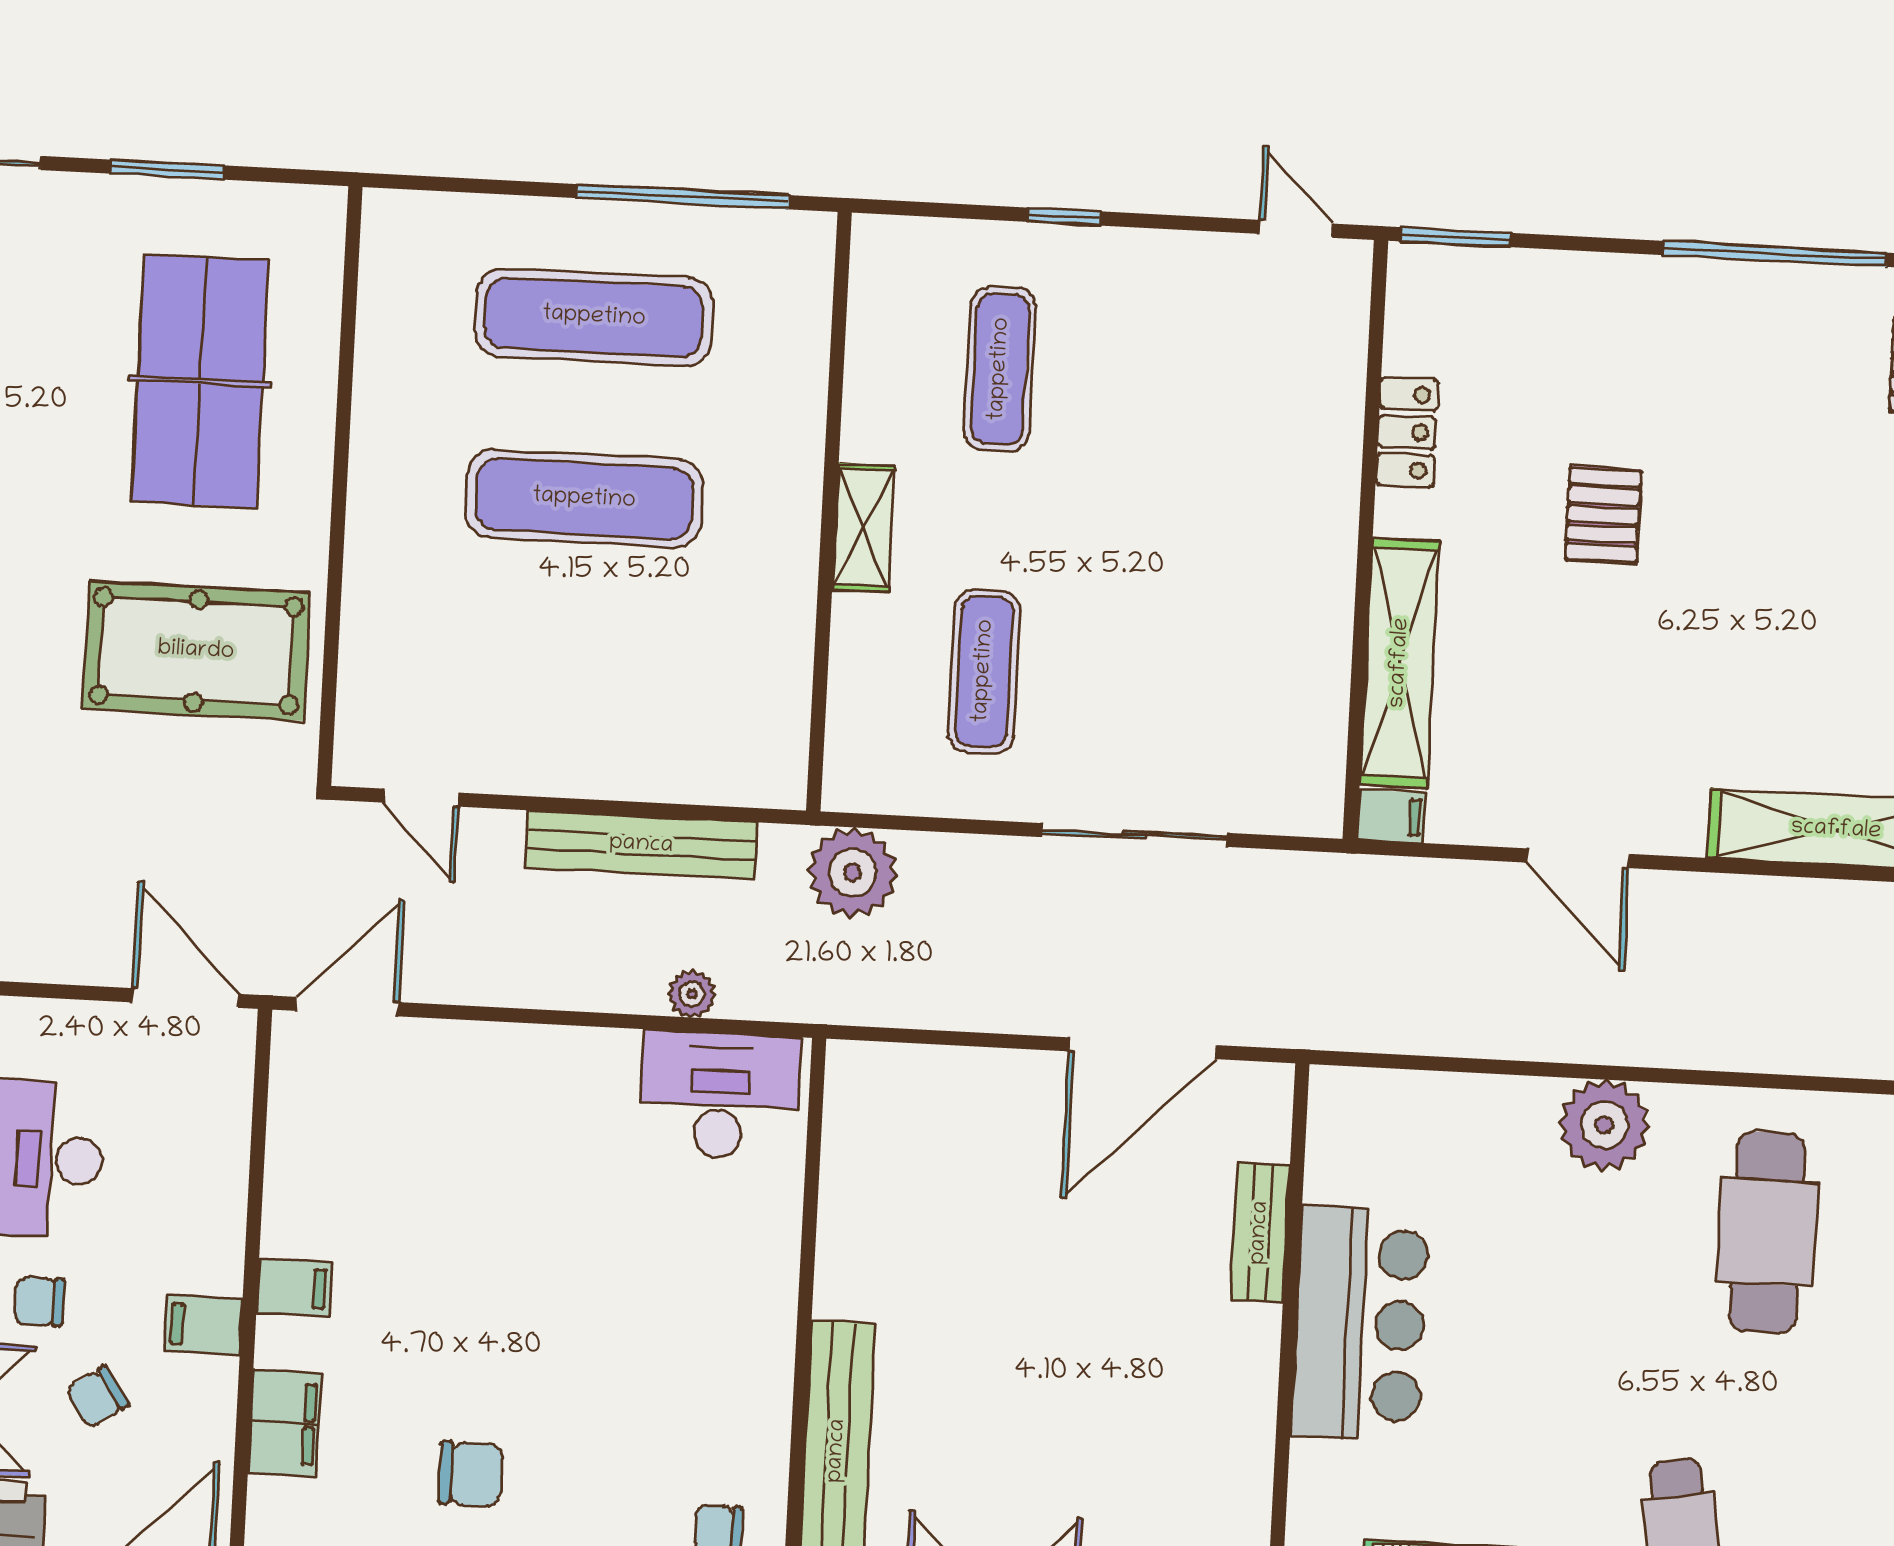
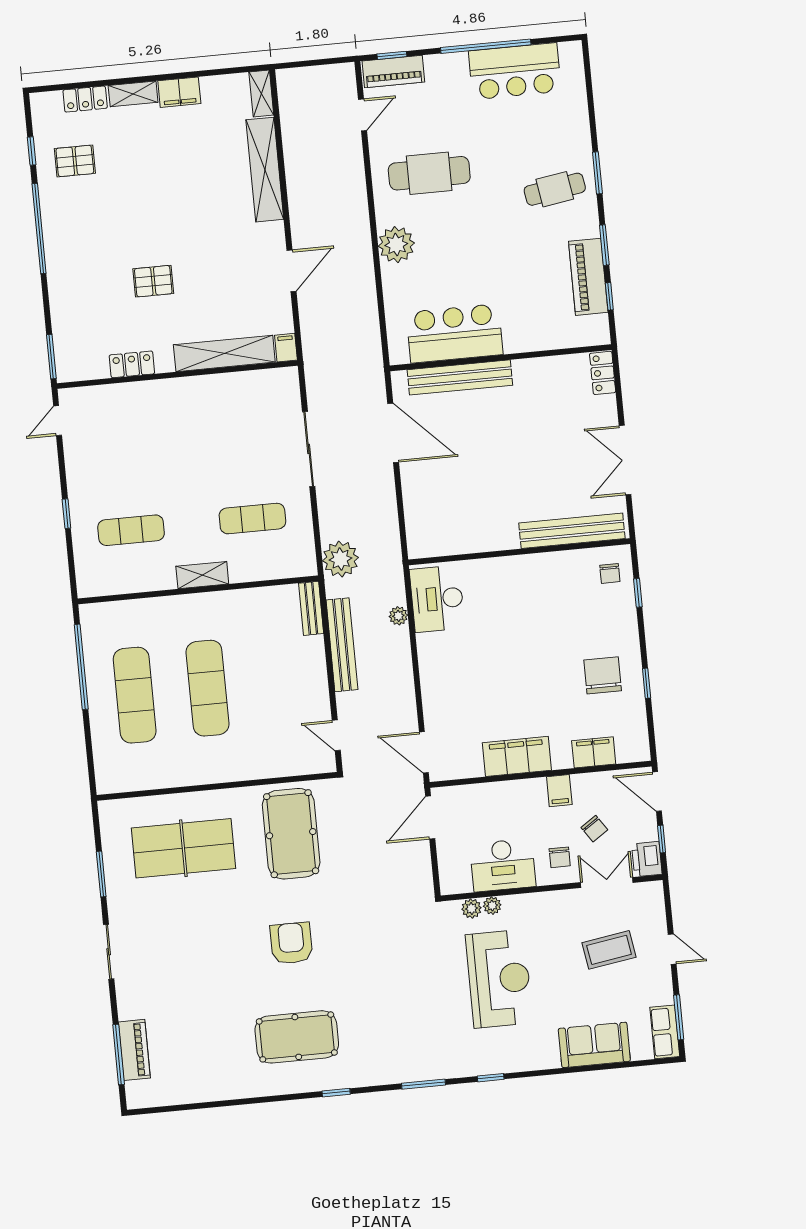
bench: (742, 782) -> (311, 608), added
door: (421, 798) -> (336, 735), swing flipped
bench: (1260, 1233) -> (460, 377), width x1.86, depth x1.21
filing cabinet: (294, 1288) -> (517, 756), width x3.00, depth x1.17
bar counter: (1360, 1324) -> (455, 333), moved
chair: (471, 1474) -> (603, 675), width x1.37, depth x1.37

